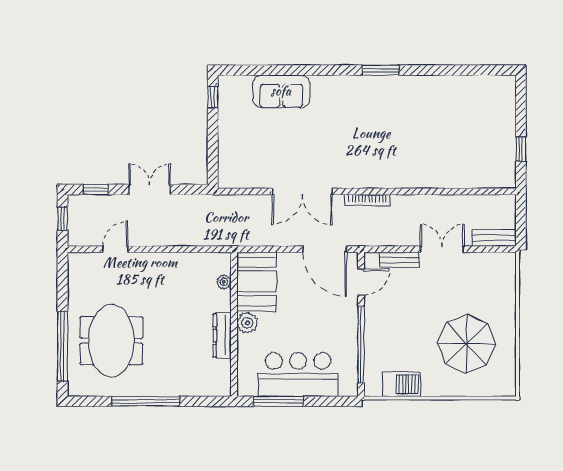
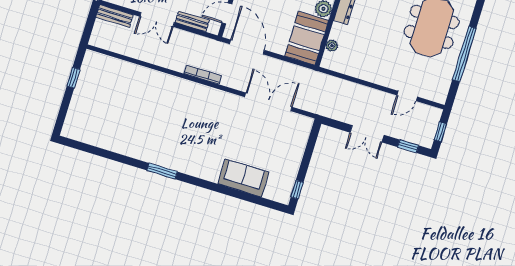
double door: (302, 191) -> (268, 102), moved
window: (63, 346) -> (464, 54), moved

